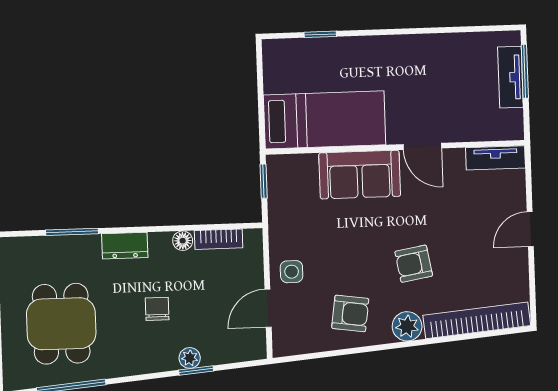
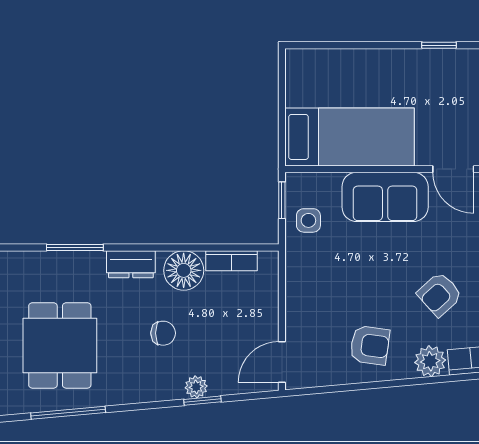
window: (320, 34) -> (439, 45), moved
floor lamp: (183, 241) -> (184, 270), width x1.89, depth x1.89
armchair: (414, 264) -> (440, 294), turned -32
side table: (292, 272) -> (308, 220), moved
door: (268, 308) -> (282, 362), moved
chair: (157, 309) -> (163, 333), turned 90

